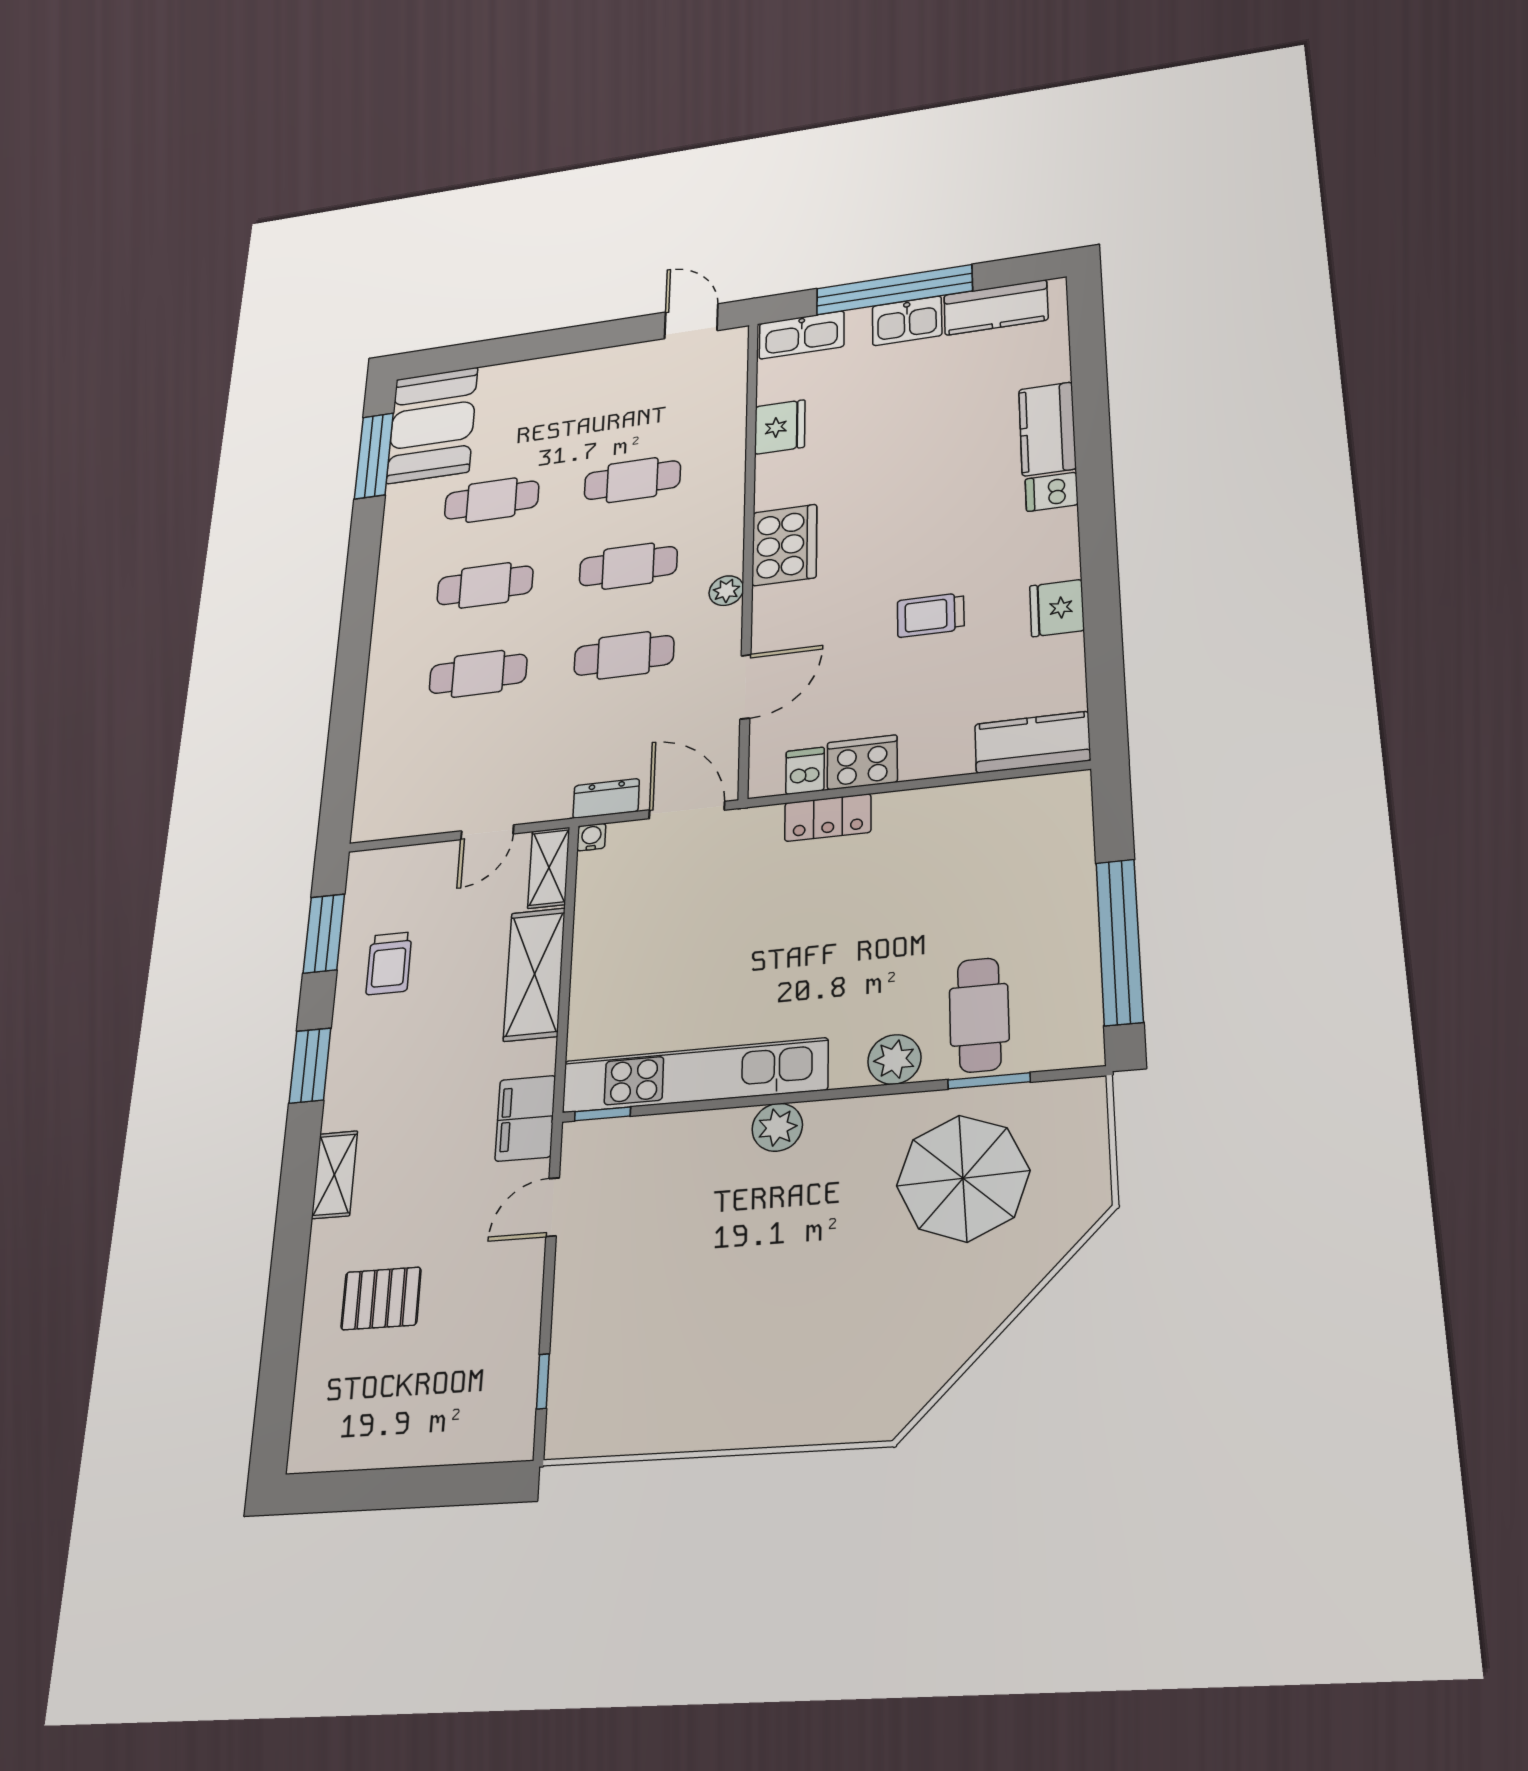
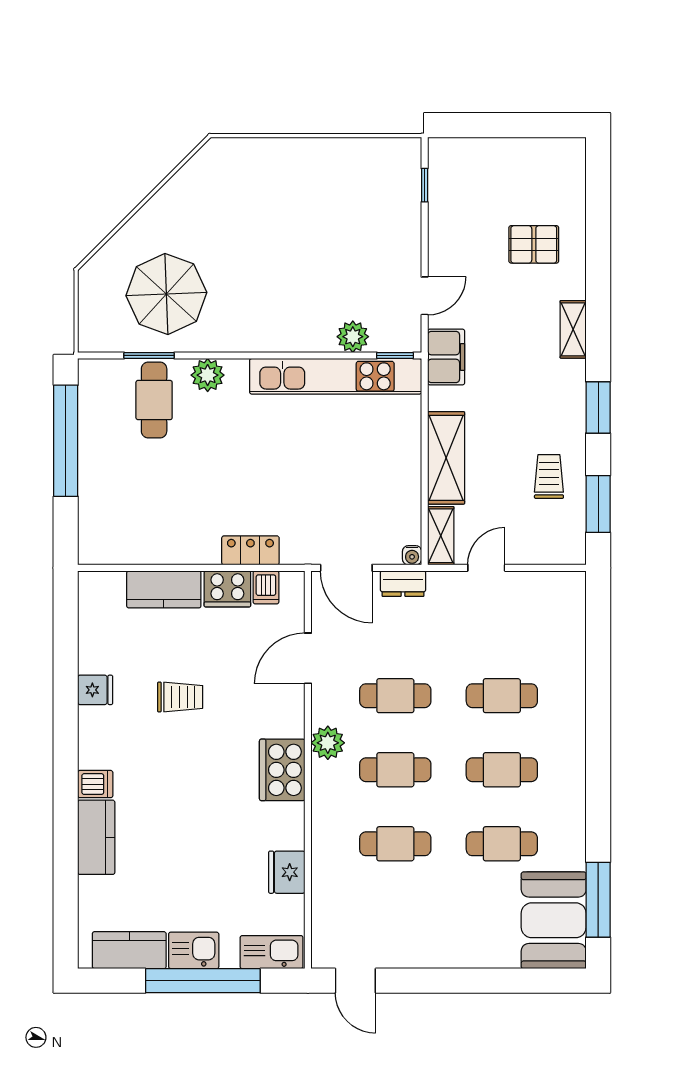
plant: (726, 591) -> (328, 743), width x1.38, depth x1.38
fridge: (1057, 608) -> (95, 690), width x0.72
kitchen counter: (1032, 742) -> (164, 589), moved
plant: (777, 1127) -> (353, 337), moved

